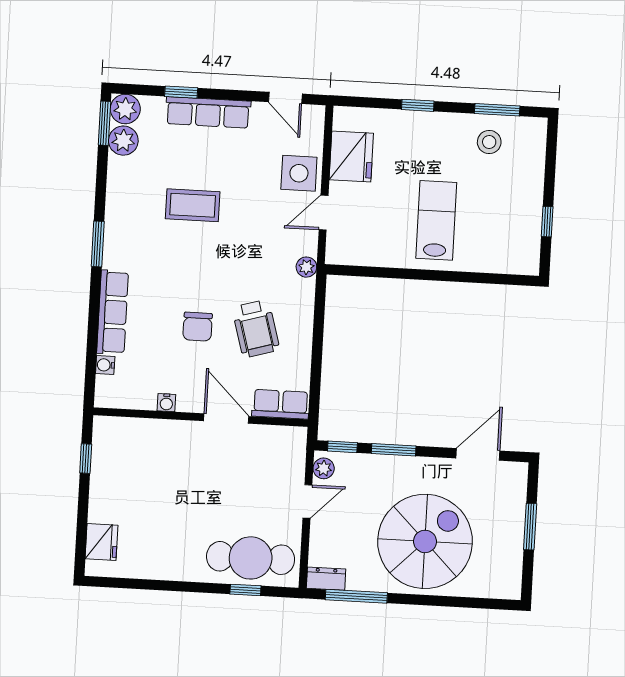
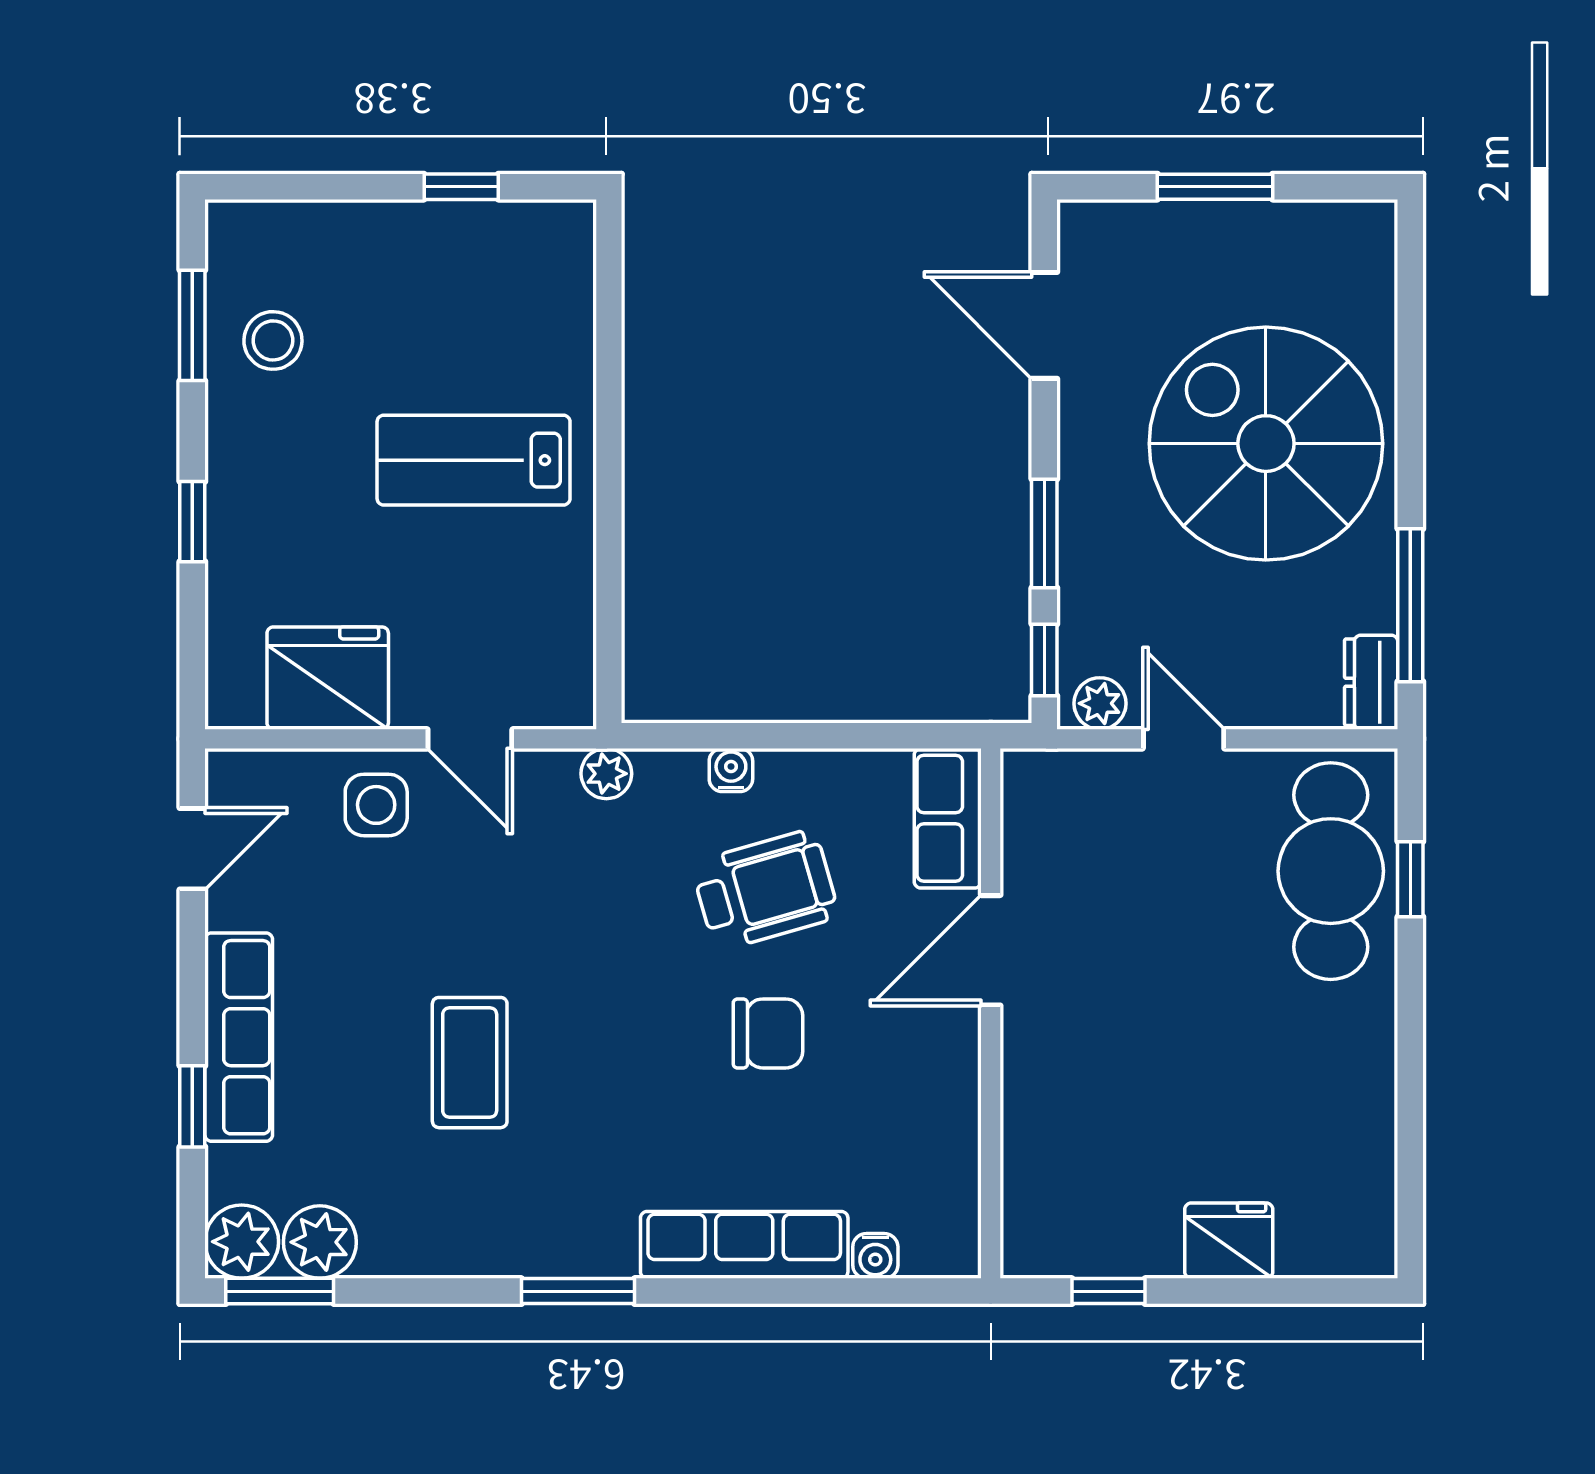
side table: (299, 173) -> (376, 805), width x0.73, depth x0.73
water cooler: (166, 403) -> (731, 770), moved, turned -90
fridge: (101, 542) -> (1229, 1241), moved

